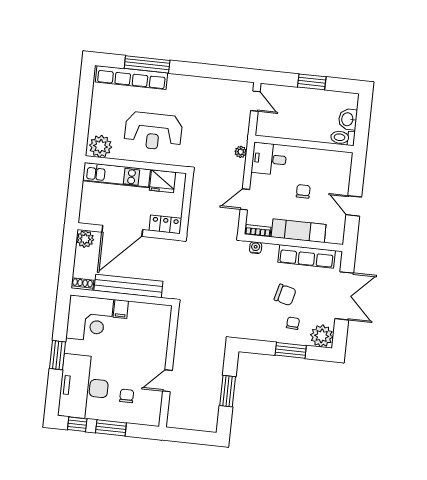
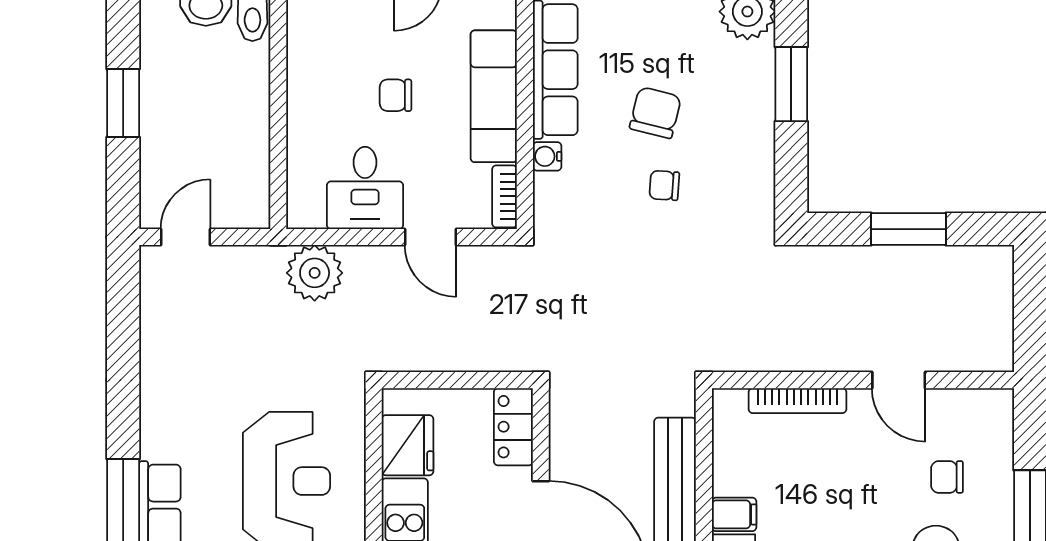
plant: (241, 152) -> (315, 273), width x1.88, depth x1.88
desk: (269, 159) -> (365, 188), moved
water cooler: (256, 248) -> (547, 156), moved
chair: (293, 323) -> (664, 185), moved
bookcase: (164, 339) -> (797, 401), added

